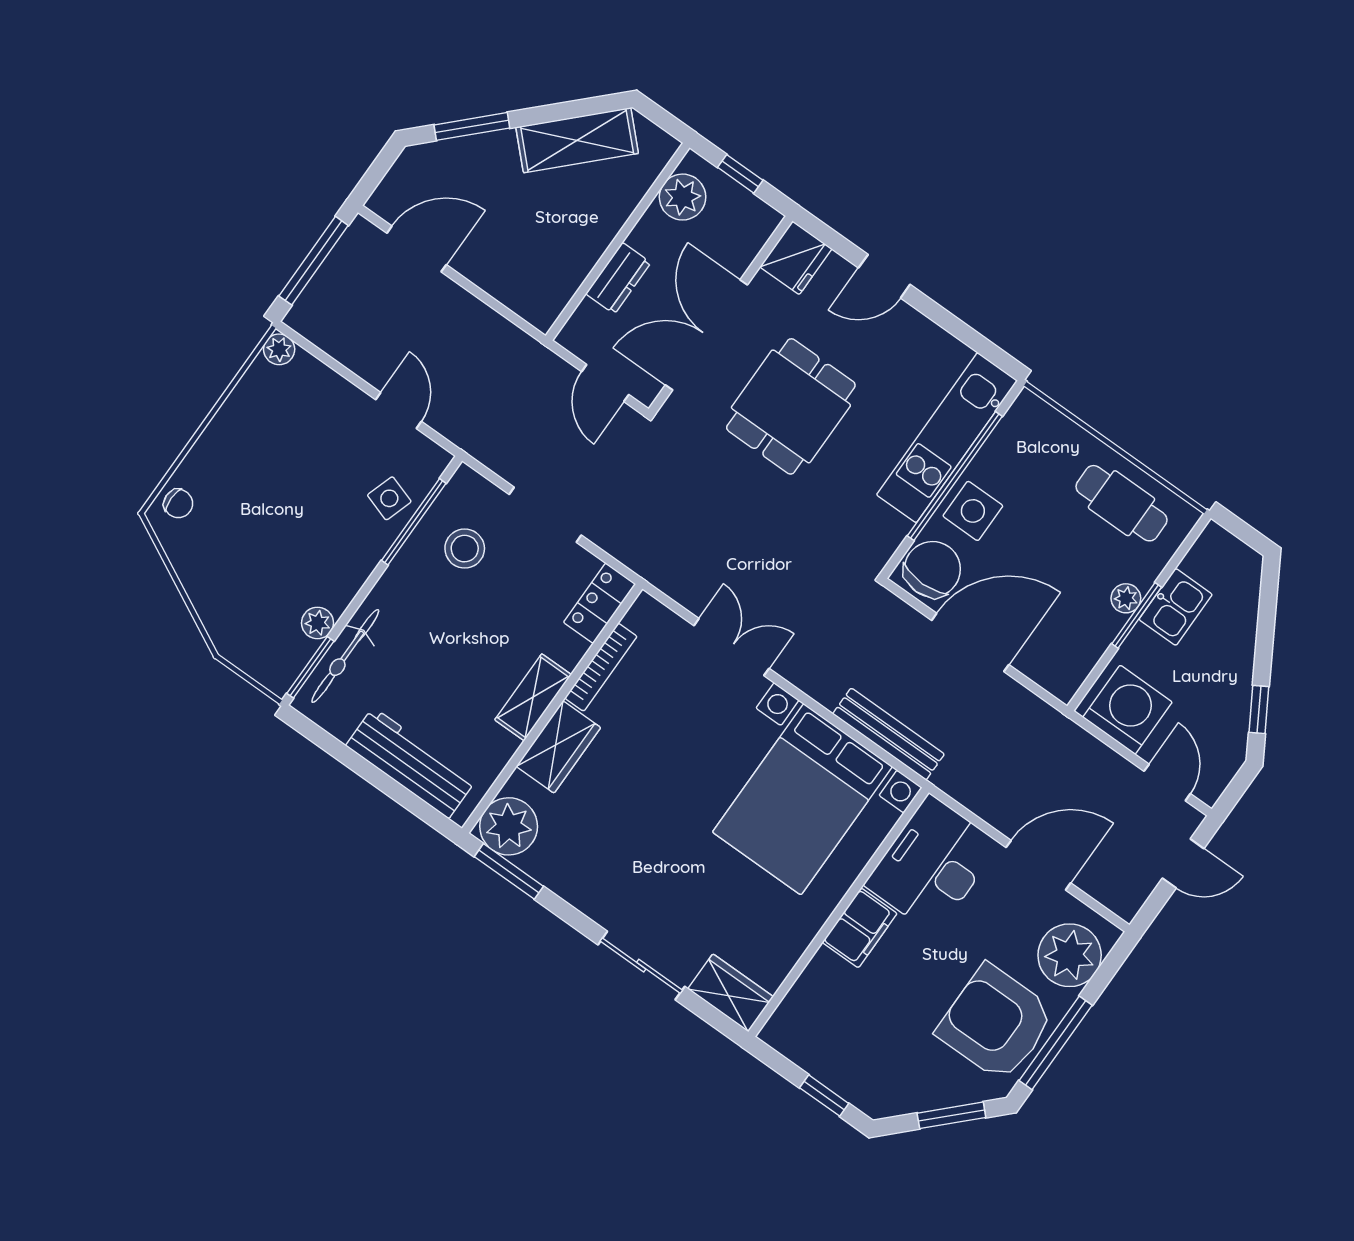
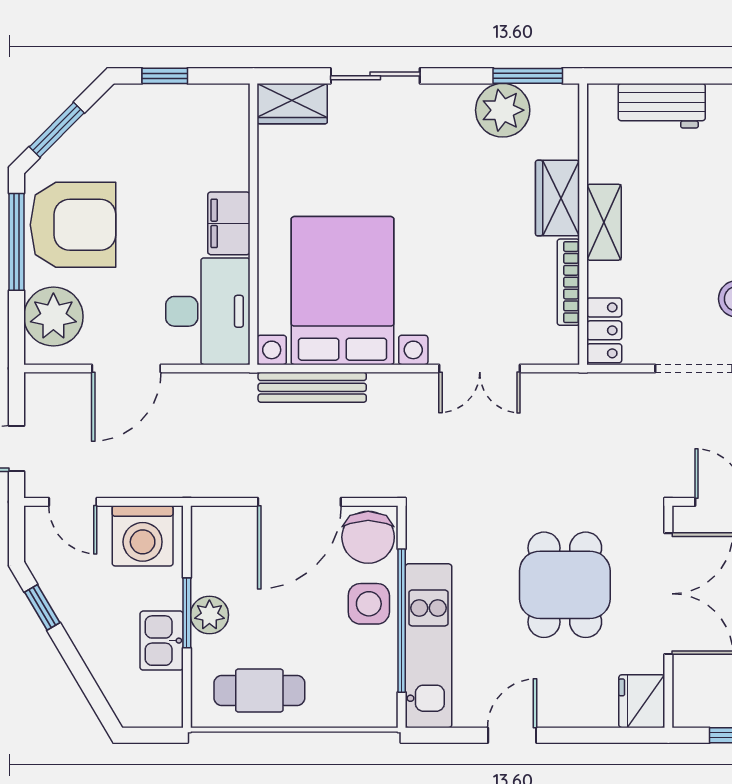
door: (884, 276) -> (512, 735), moved
plant: (1126, 598) -> (209, 615), width x1.38, depth x1.38
workbench: (411, 763) -> (662, 106), width x0.73
plant: (509, 826) -> (503, 110), moved

